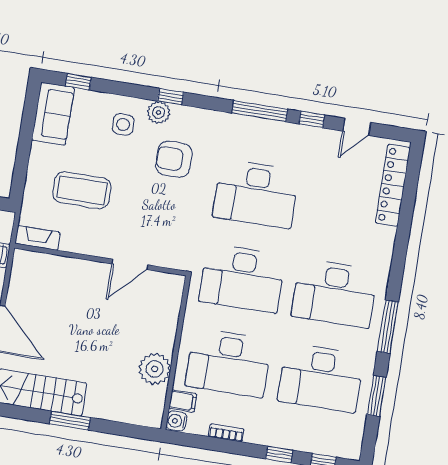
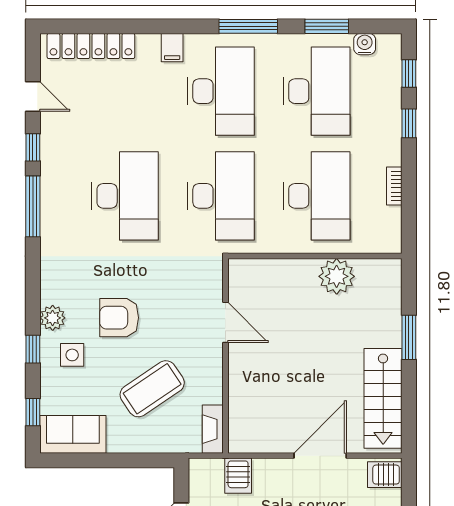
window: (171, 97) -> (33, 349), moved
armchair: (174, 159) -> (119, 318), moved, turned 90
coffee table: (82, 190) -> (152, 389), turned 56
filing cabinet: (183, 401) -> (172, 48), moved, turned 180
window: (70, 421) -> (409, 337), moved
water cooler: (176, 421) -> (365, 44), moved, turned 180

